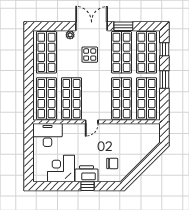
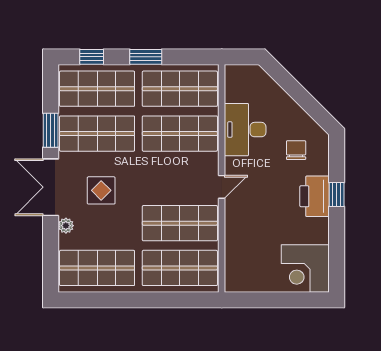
door: (92, 122) -> (222, 187), hinge flipped
desk: (47, 135) -> (245, 130), moved
corner desk: (61, 169) -> (305, 269), moved

